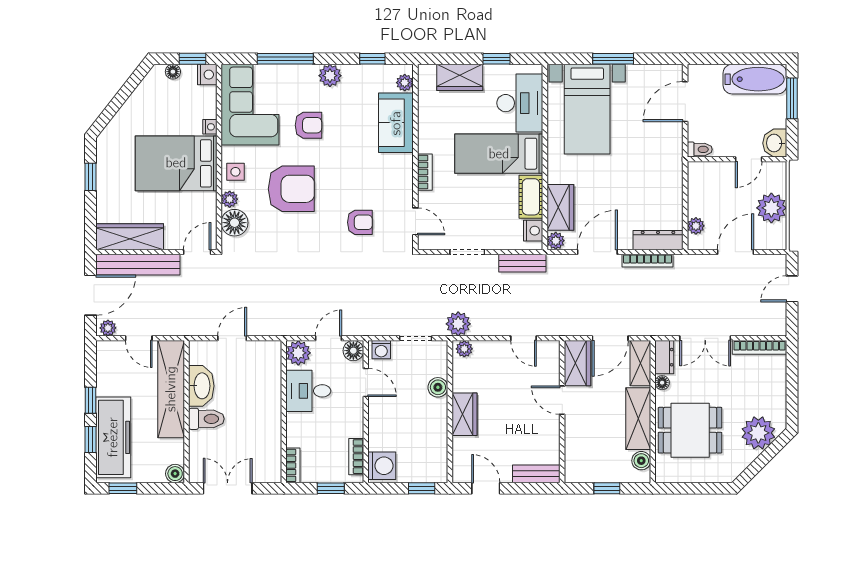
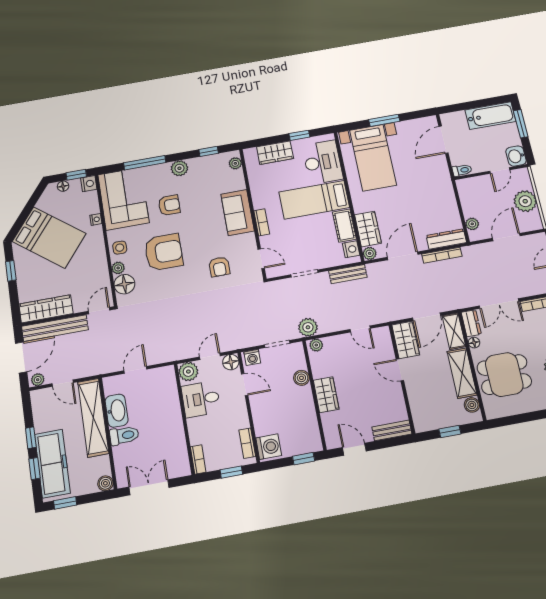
sofa: (396, 123) -> (238, 212), moved
bed: (176, 163) -> (49, 238), moved, turned -142
armchair: (360, 222) -> (219, 267), turned 90

